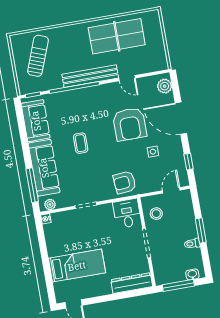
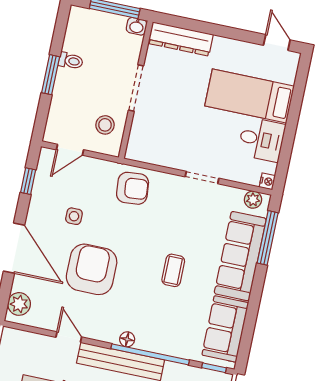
floor lamp: (92, 91) -> (127, 339), added
desk: (127, 214) -> (262, 139), moved, turned -90
washbasin: (192, 274) -> (137, 26), moved

